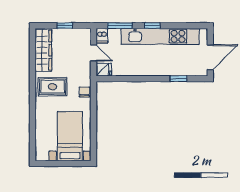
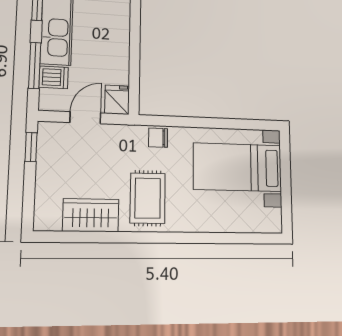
window: (65, 26) -> (31, 147), moved
dishwasher: (102, 36) -> (54, 77), moved
wardrobe: (43, 50) -> (91, 215), width x0.67

